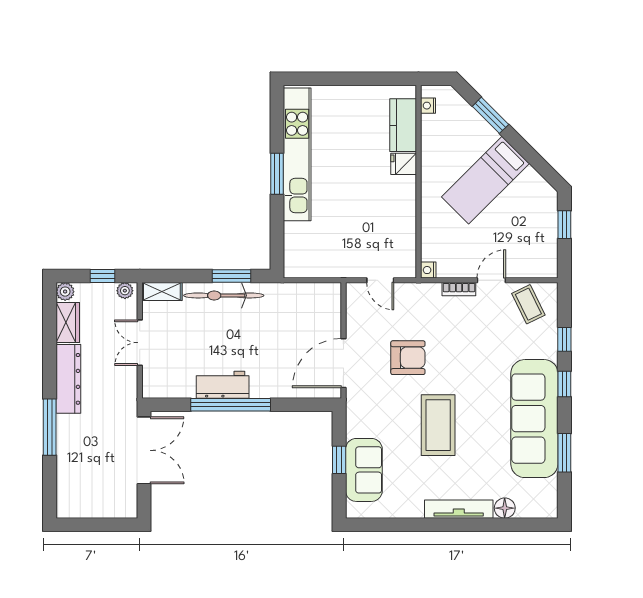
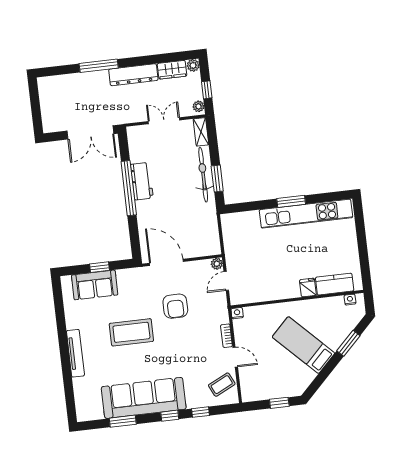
plant: (354, 291) -> (217, 264), added
floor lamp: (505, 508) -> (80, 385), removed

